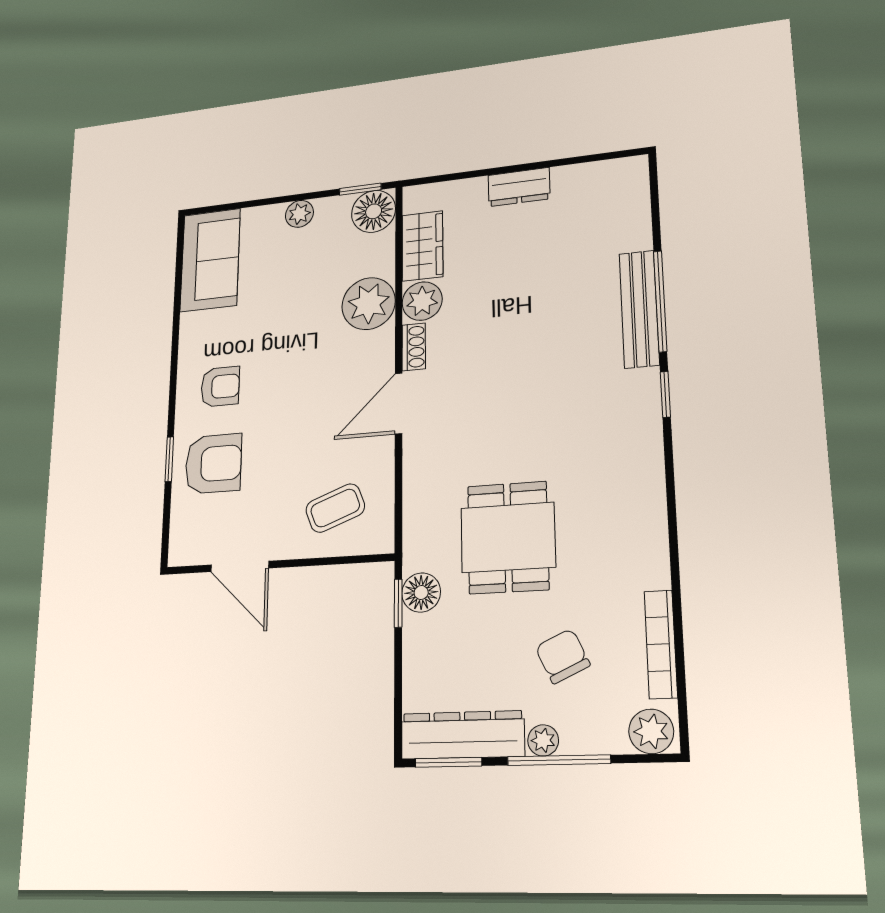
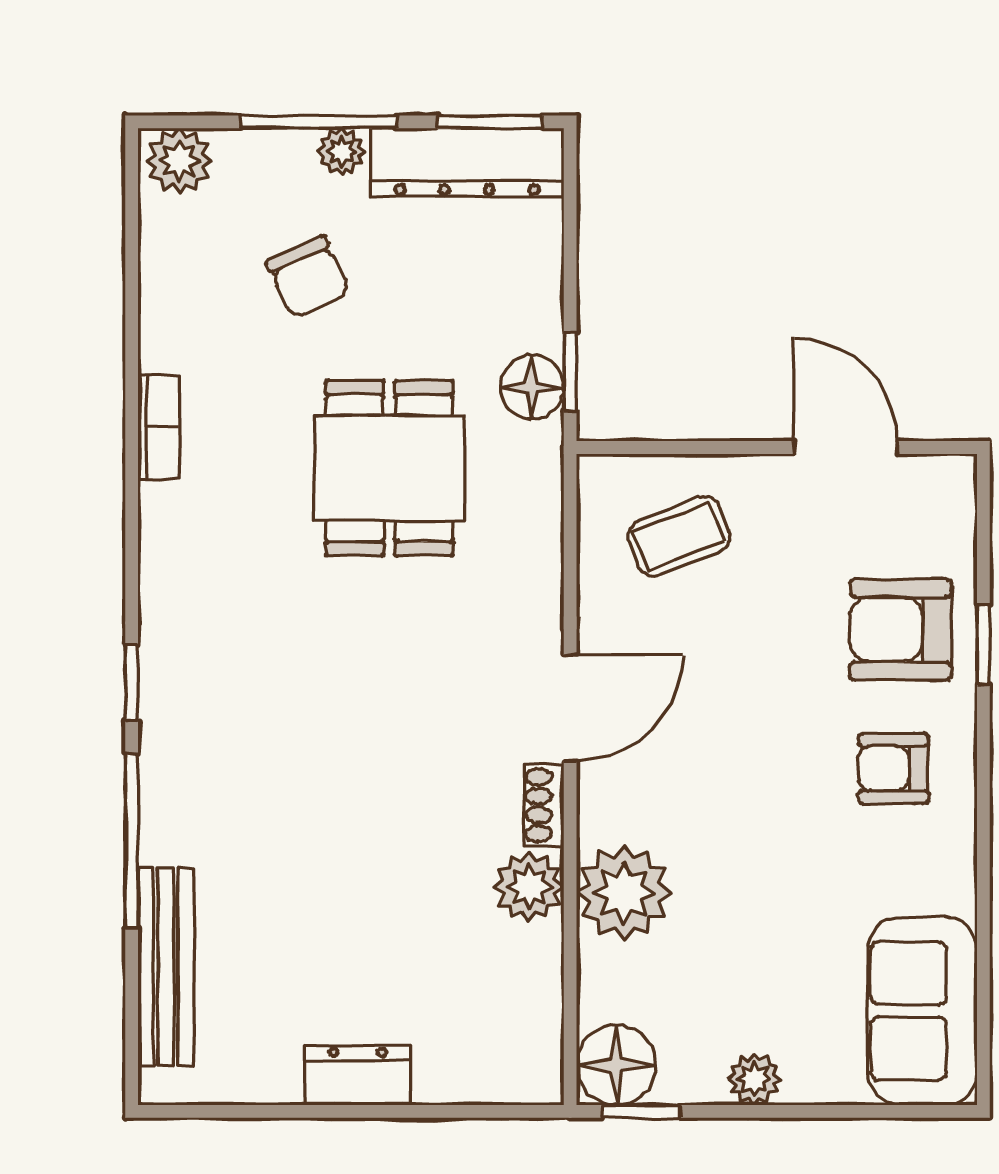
wardrobe: (422, 246) -> (528, 988), removed
bench: (639, 309) -> (166, 967), moved
bookcase: (661, 644) -> (159, 427), moved, width x0.64

